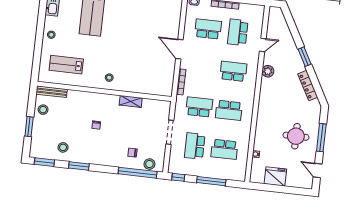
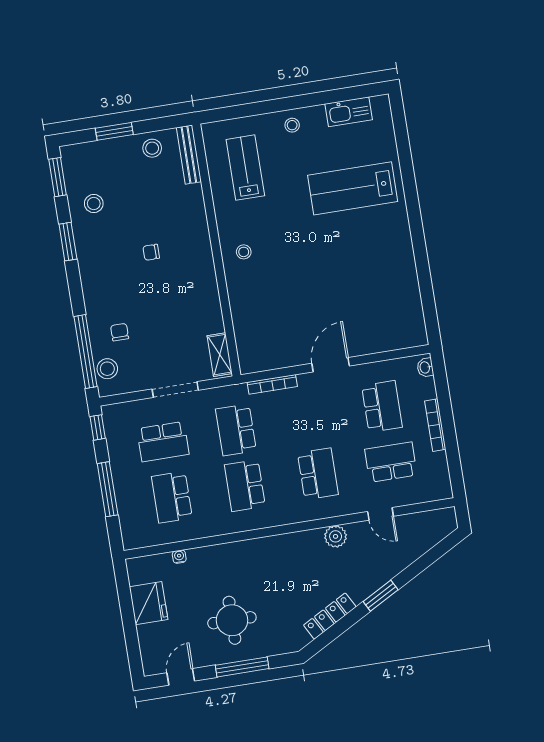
shelving: (131, 101) -> (220, 355), moved
school desk: (199, 107) -> (236, 430), turned 180
school desk: (195, 146) -> (163, 442), turned 180

